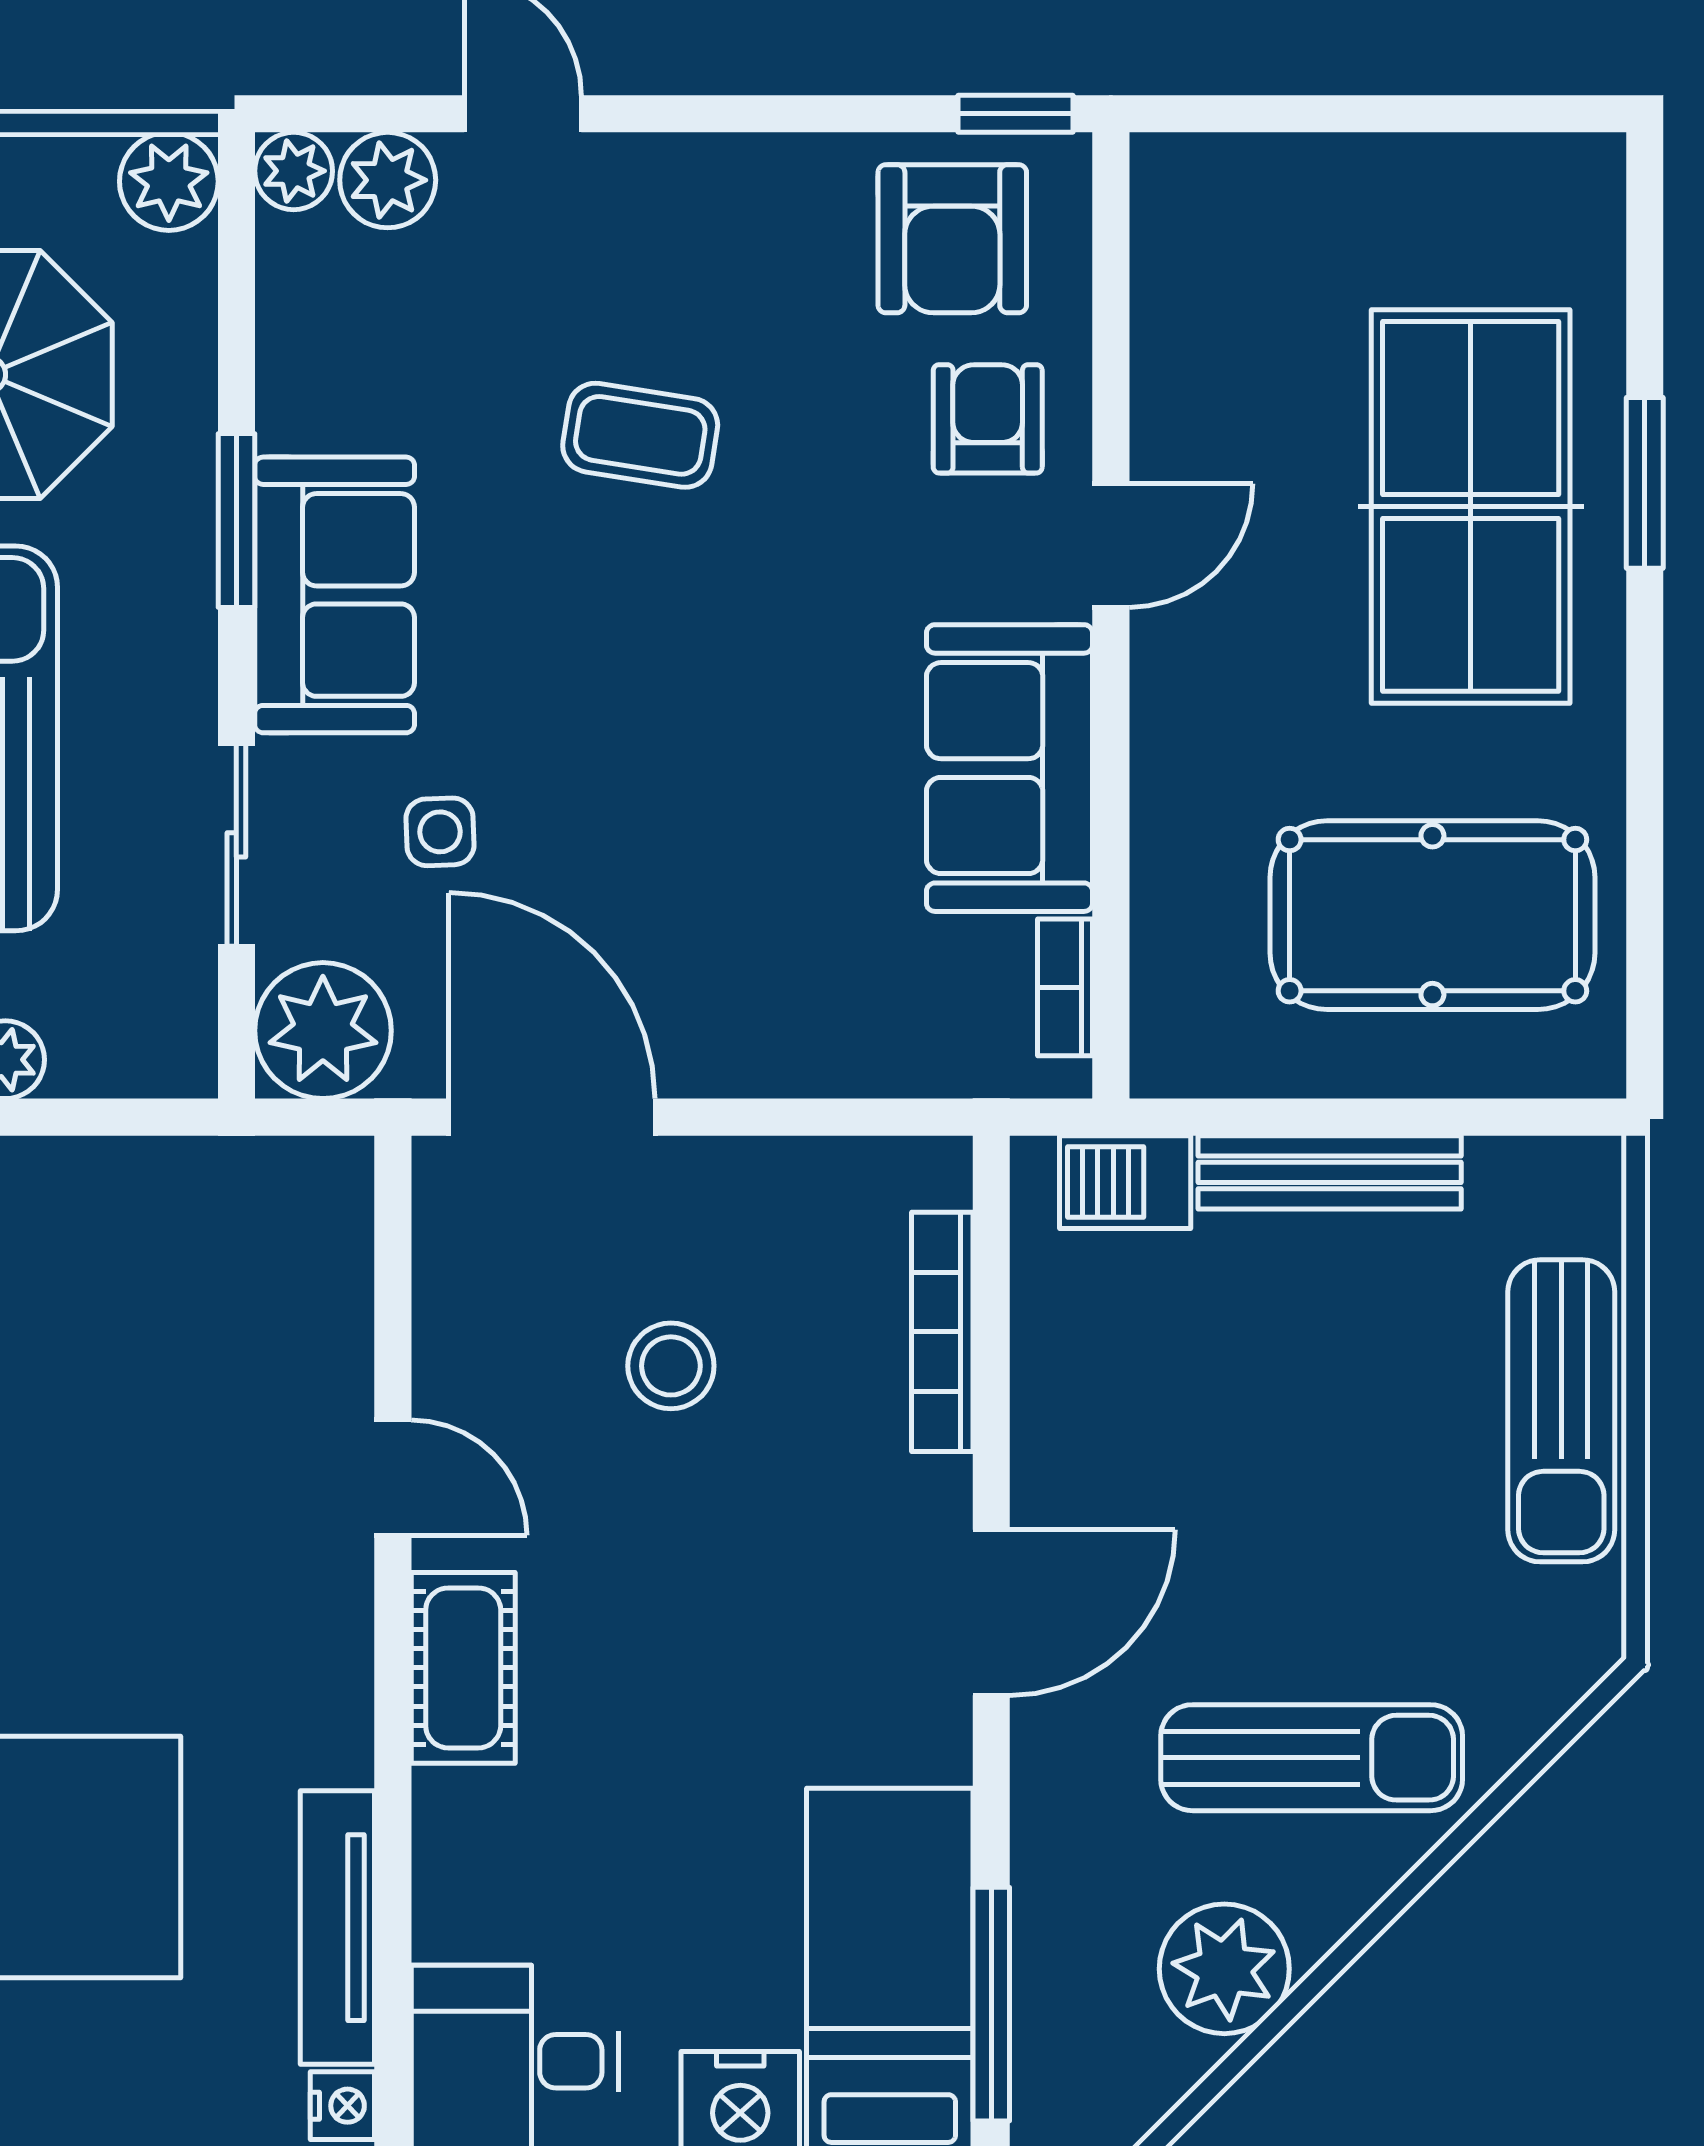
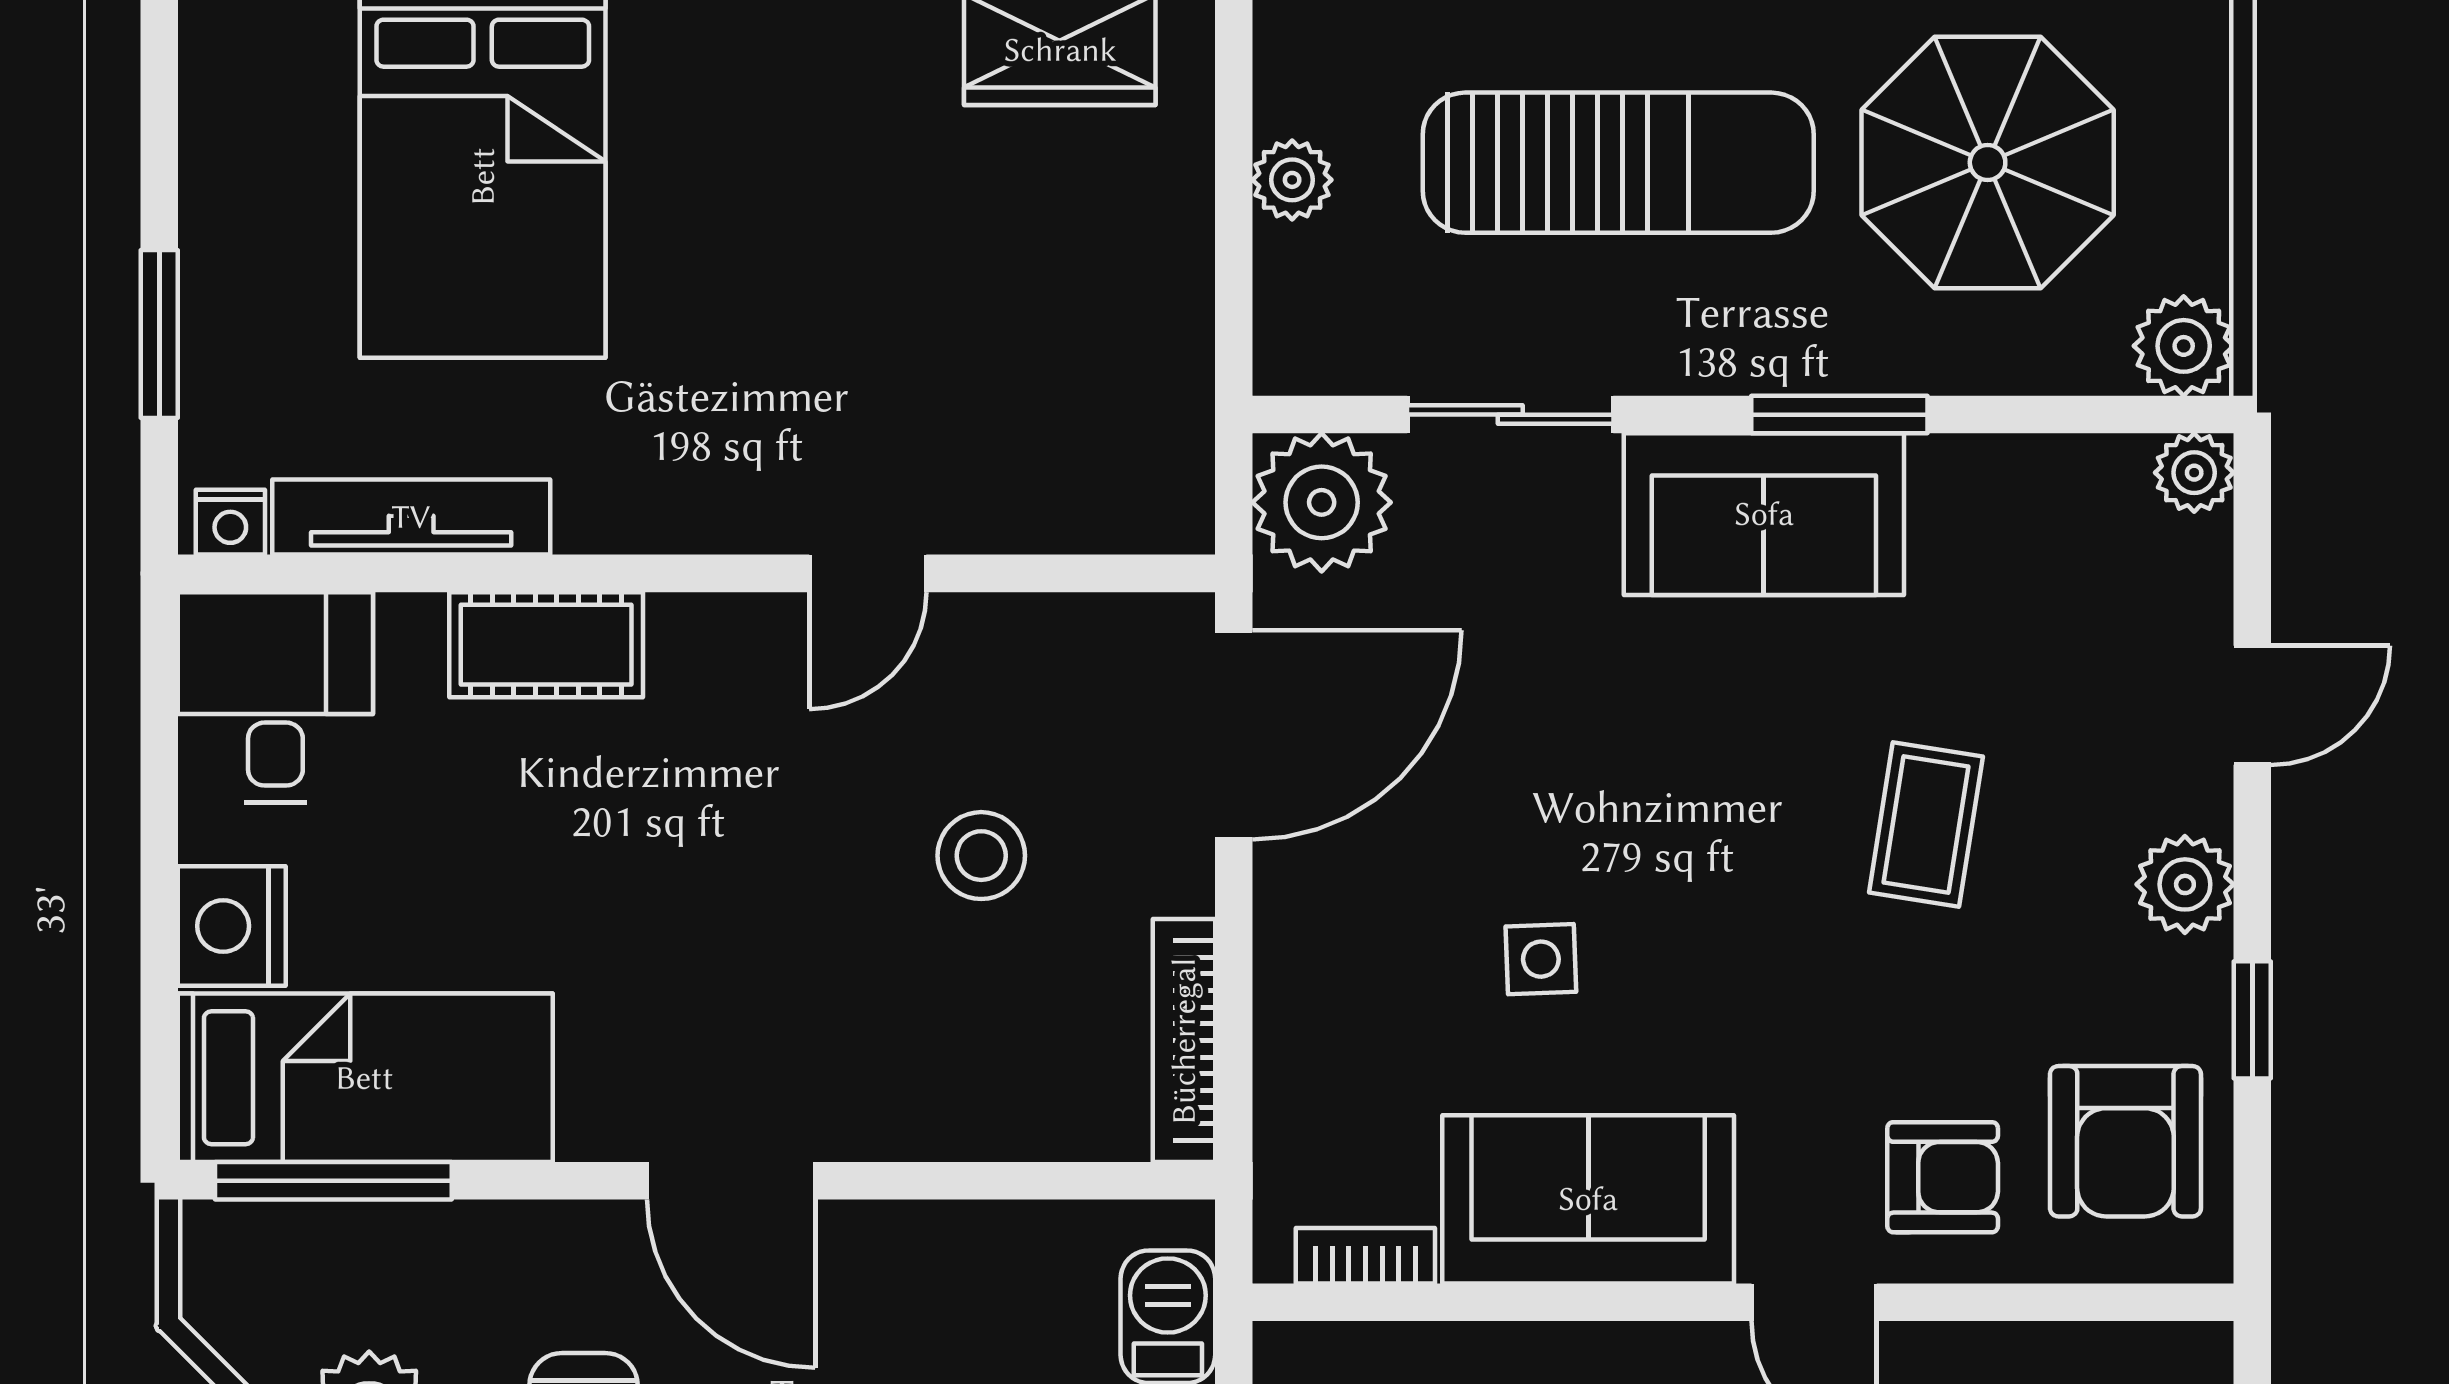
window: (1016, 114) -> (2252, 1020), moved
plant: (388, 180) -> (2185, 884), moved
armchair: (952, 239) -> (2125, 1141), turned -90
side table: (440, 832) -> (1541, 959), moved
bookcase: (942, 1332) -> (1184, 1041), moved, turned -90
cot: (463, 1668) -> (546, 645), moved

